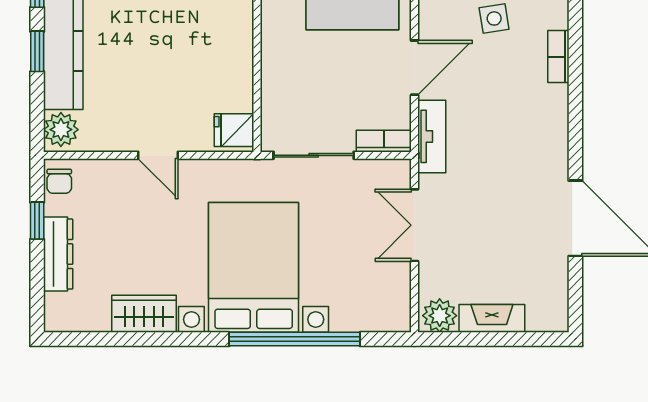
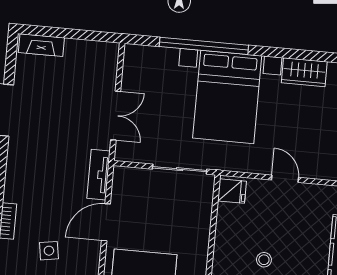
stool: (178, 34) -> (264, 260), added
bookcase: (384, 141) -> (131, 174), removed
plant: (440, 316) -> (104, 53), removed
fireplace: (492, 318) -> (41, 45), moved

